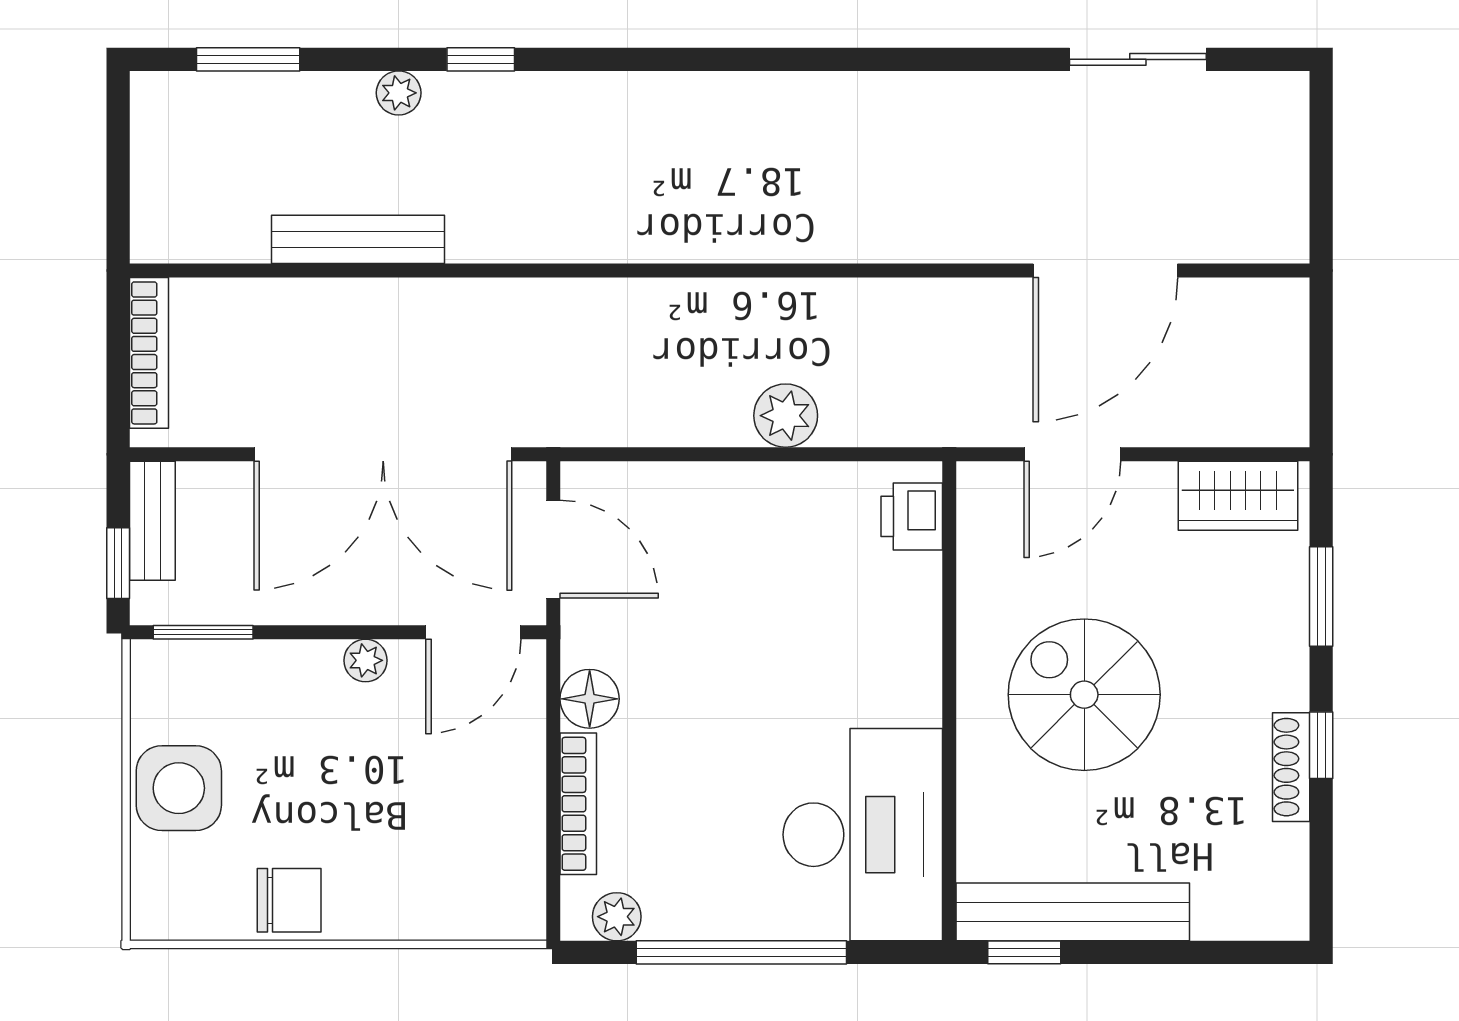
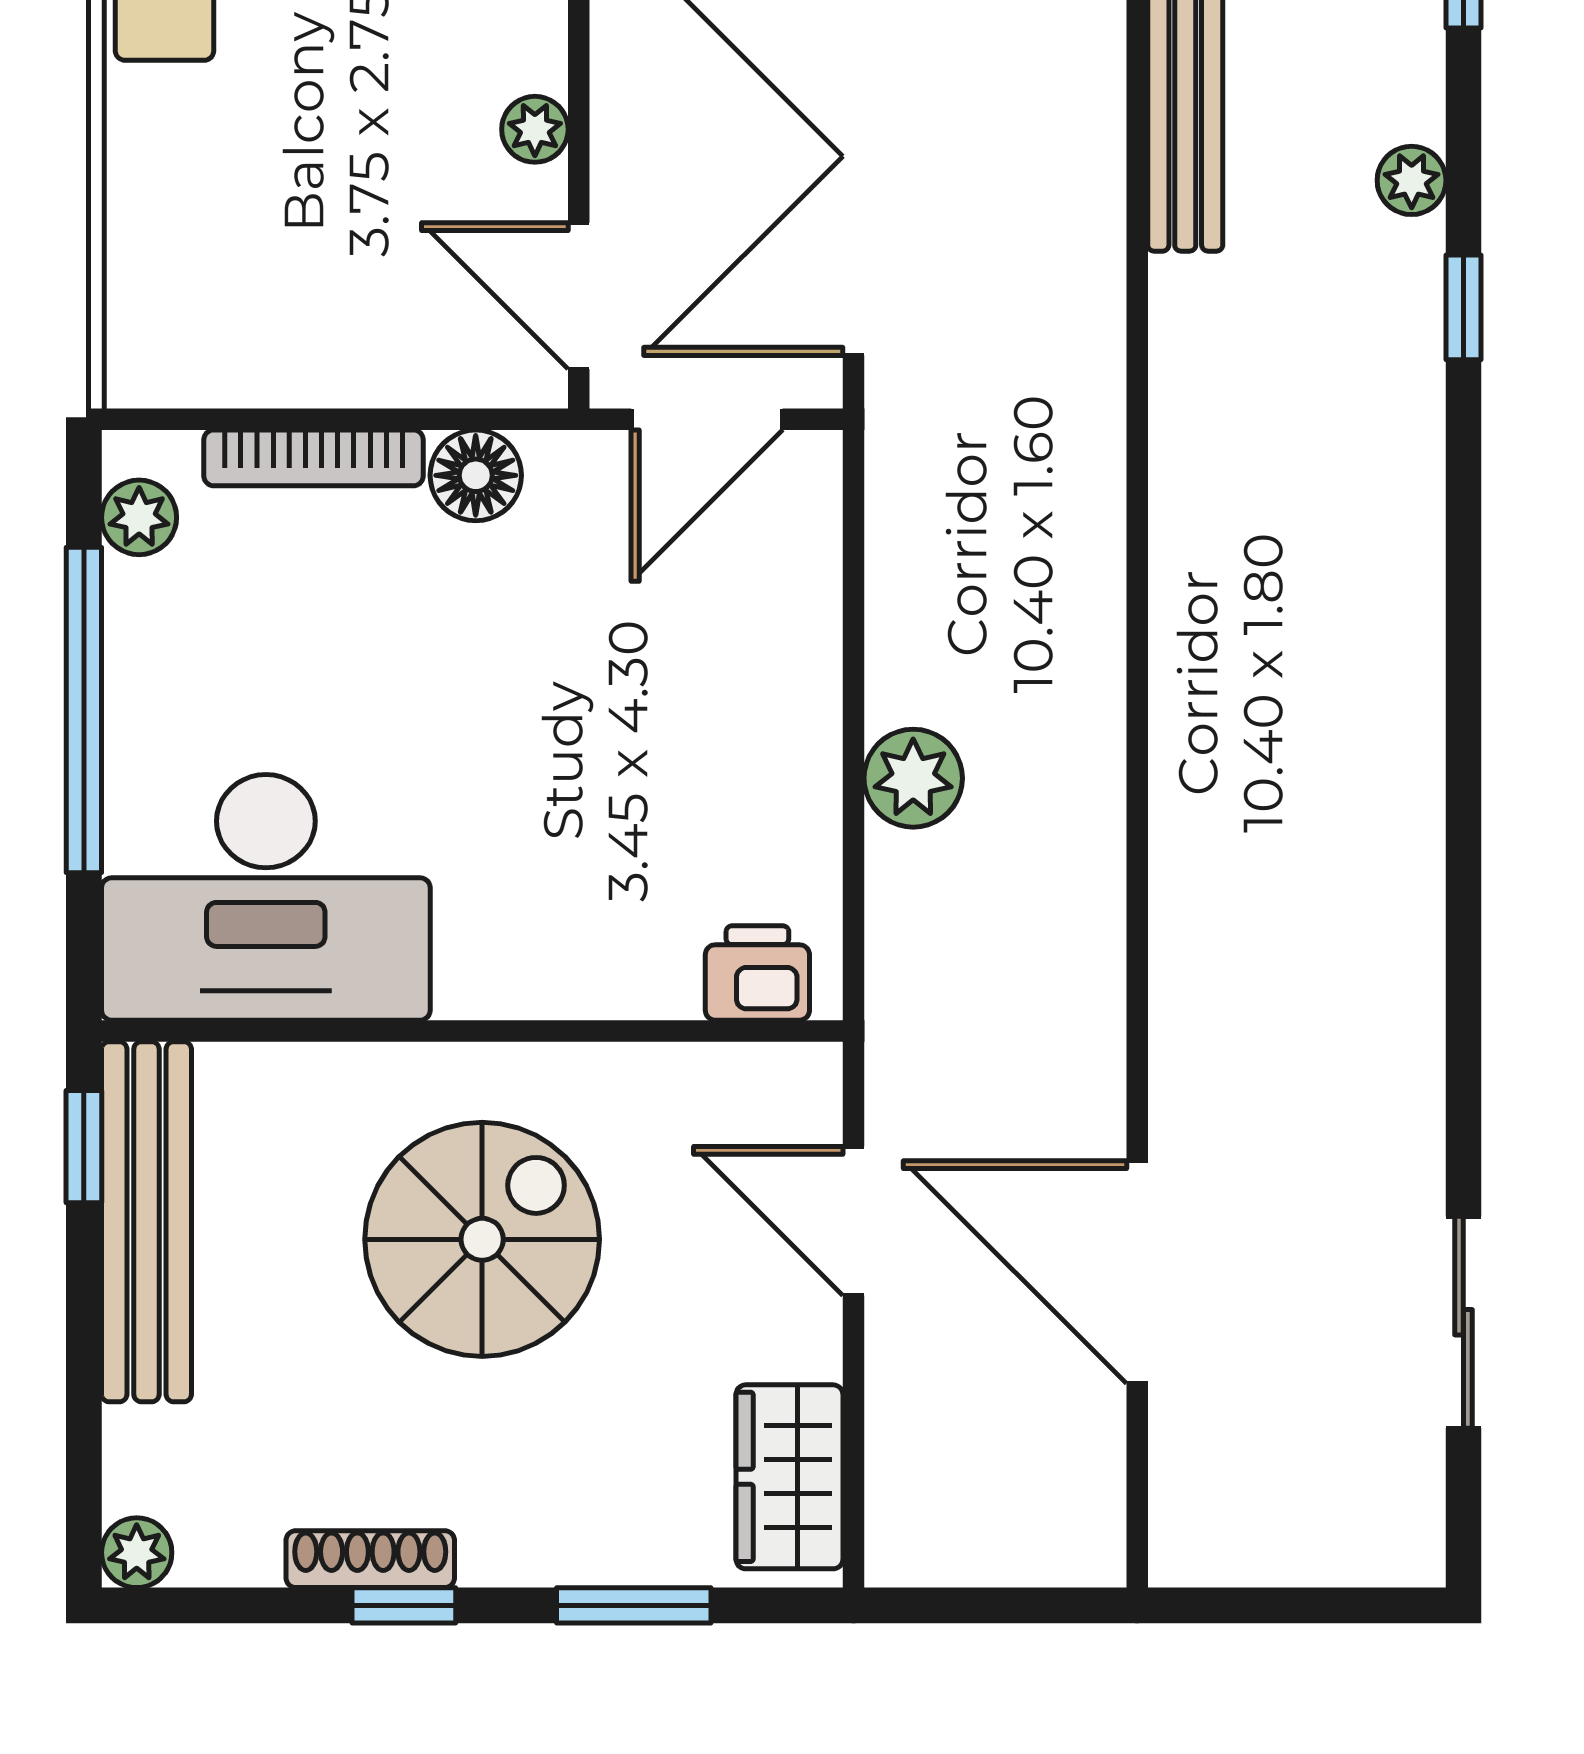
plant: (1287, 918) -> (137, 1553), added

